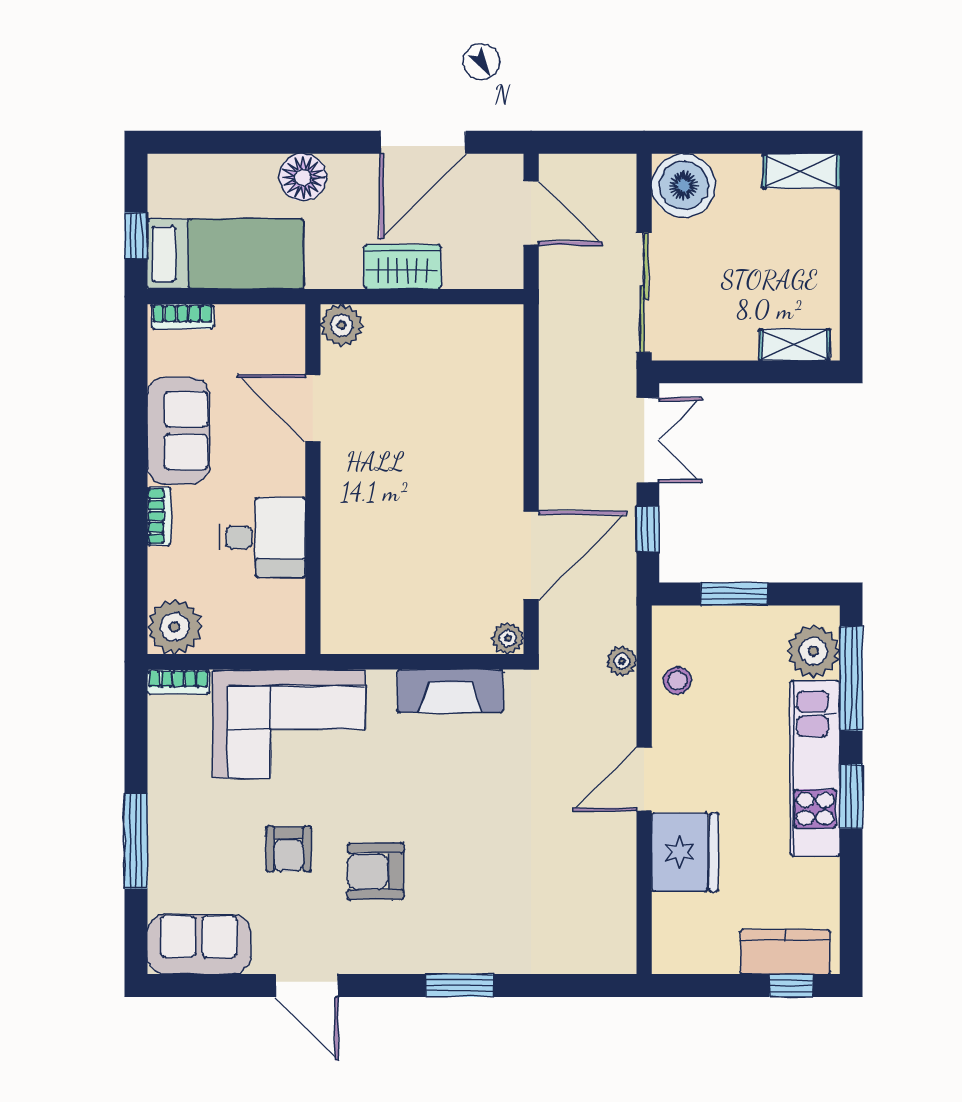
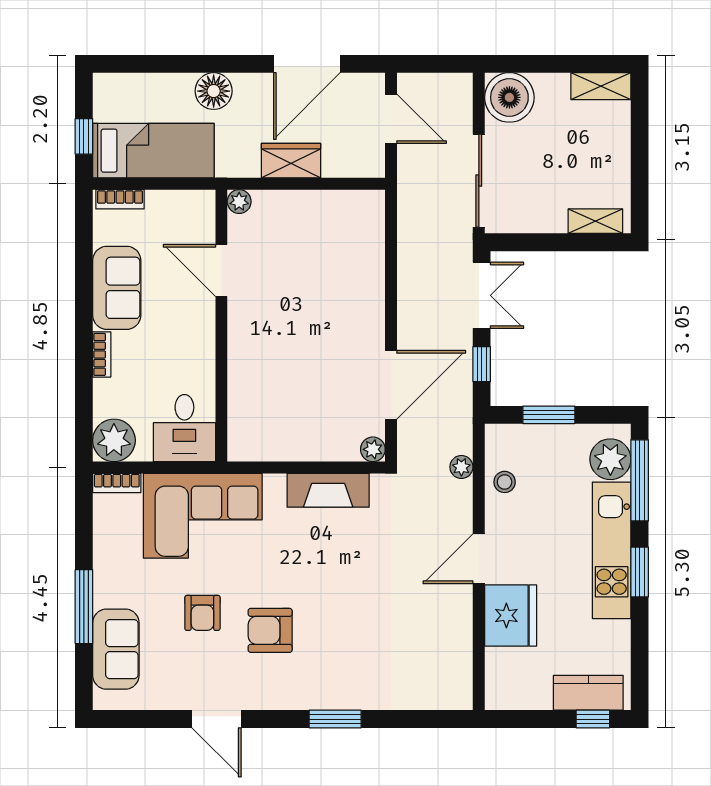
plant: (342, 325) -> (239, 202), width x0.73, depth x0.73
desk: (262, 537) -> (184, 428), moved, turned 90
sofa: (199, 944) -> (116, 649), moved, turned 90

